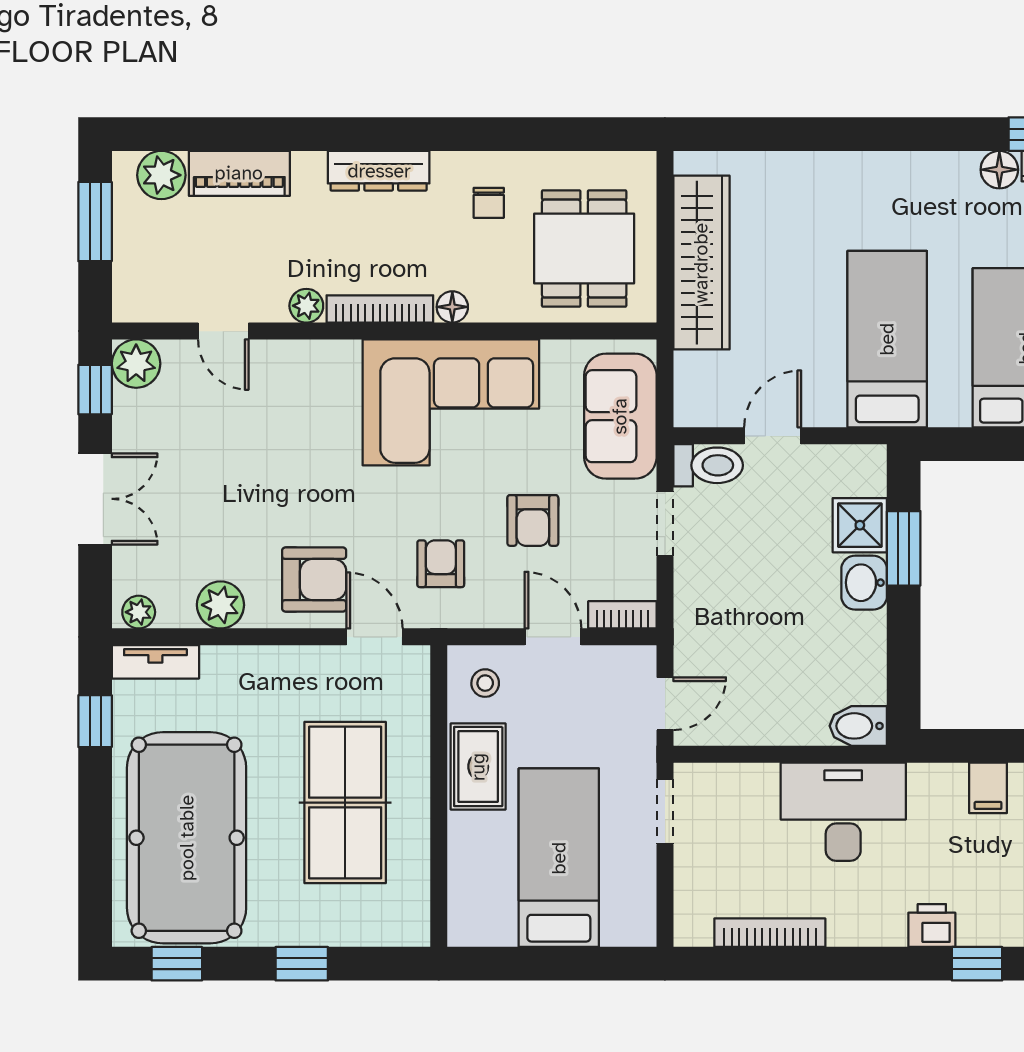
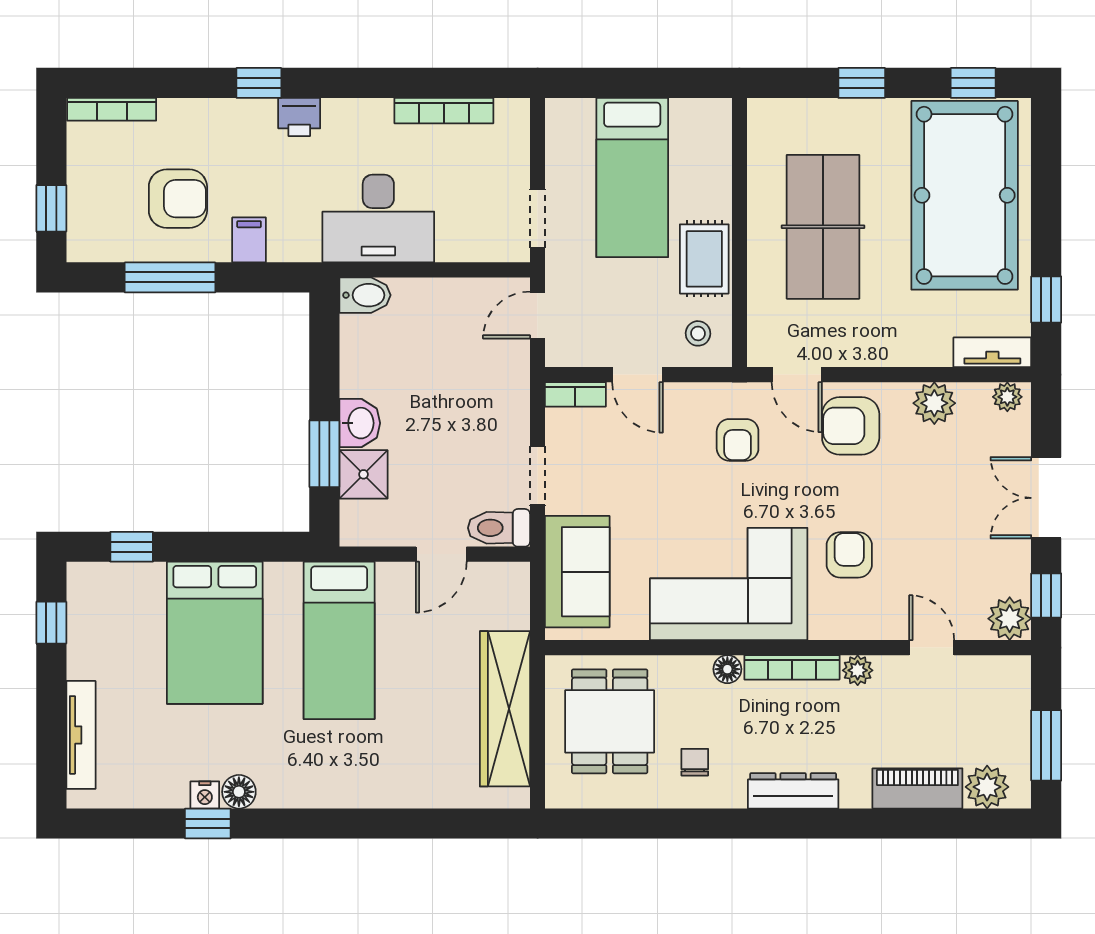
armchair: (533, 520) -> (849, 555), moved

